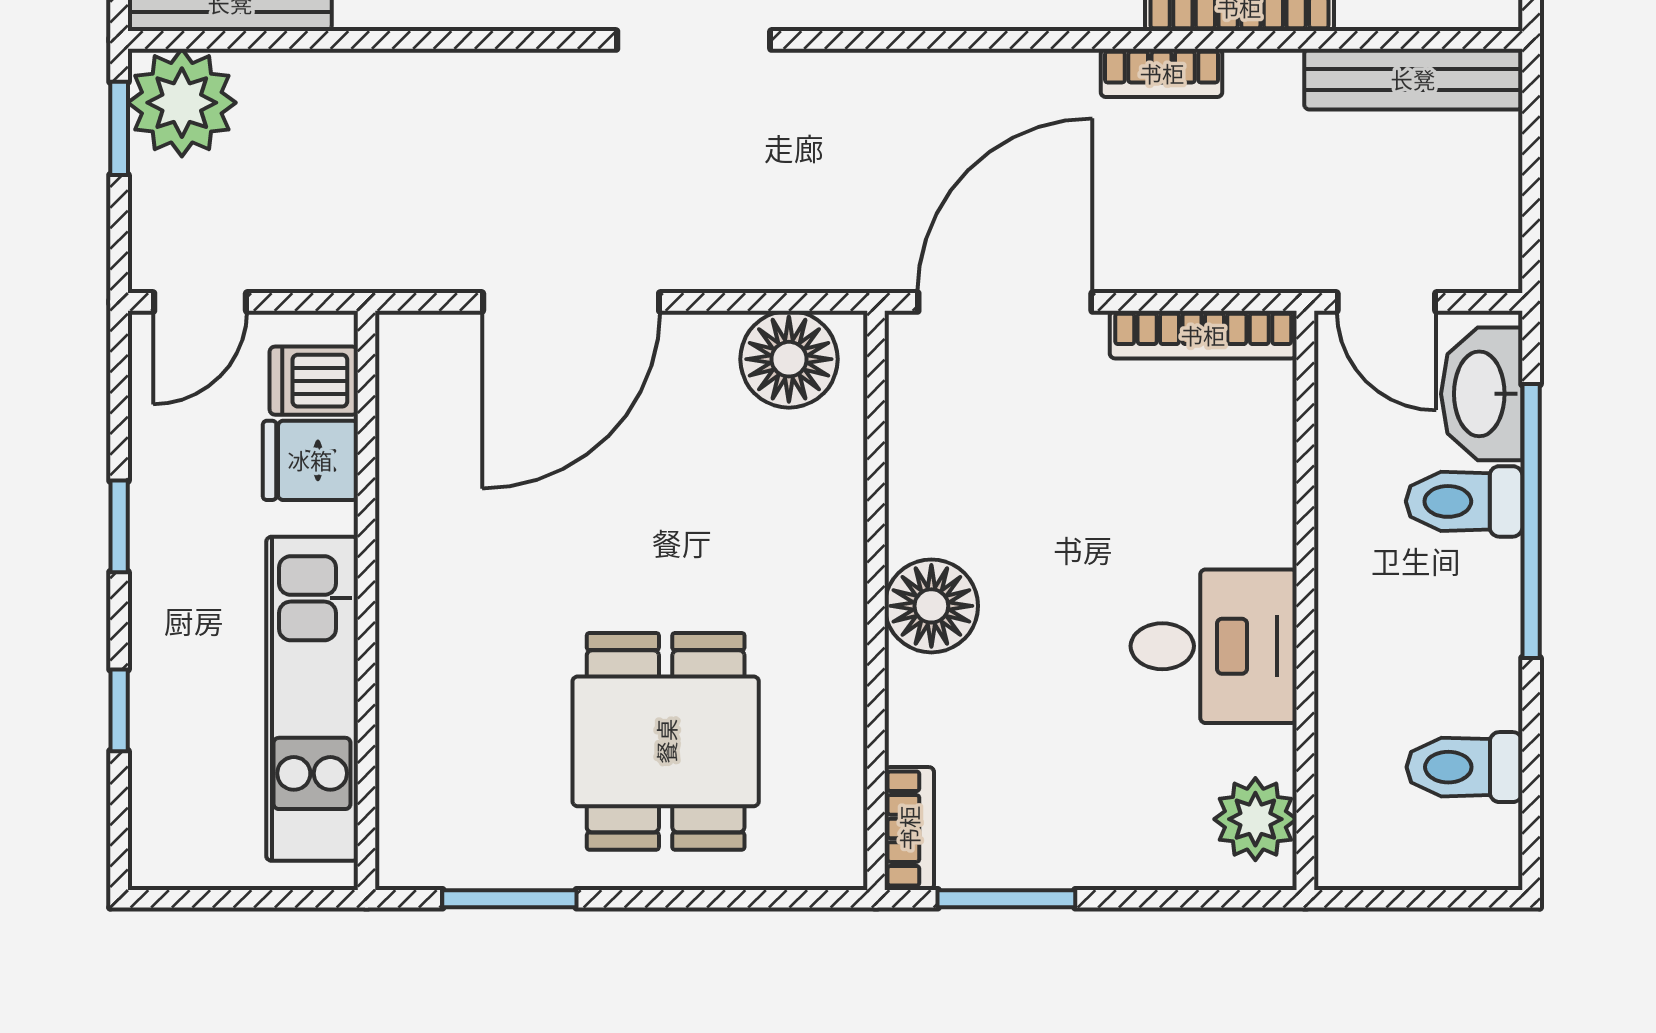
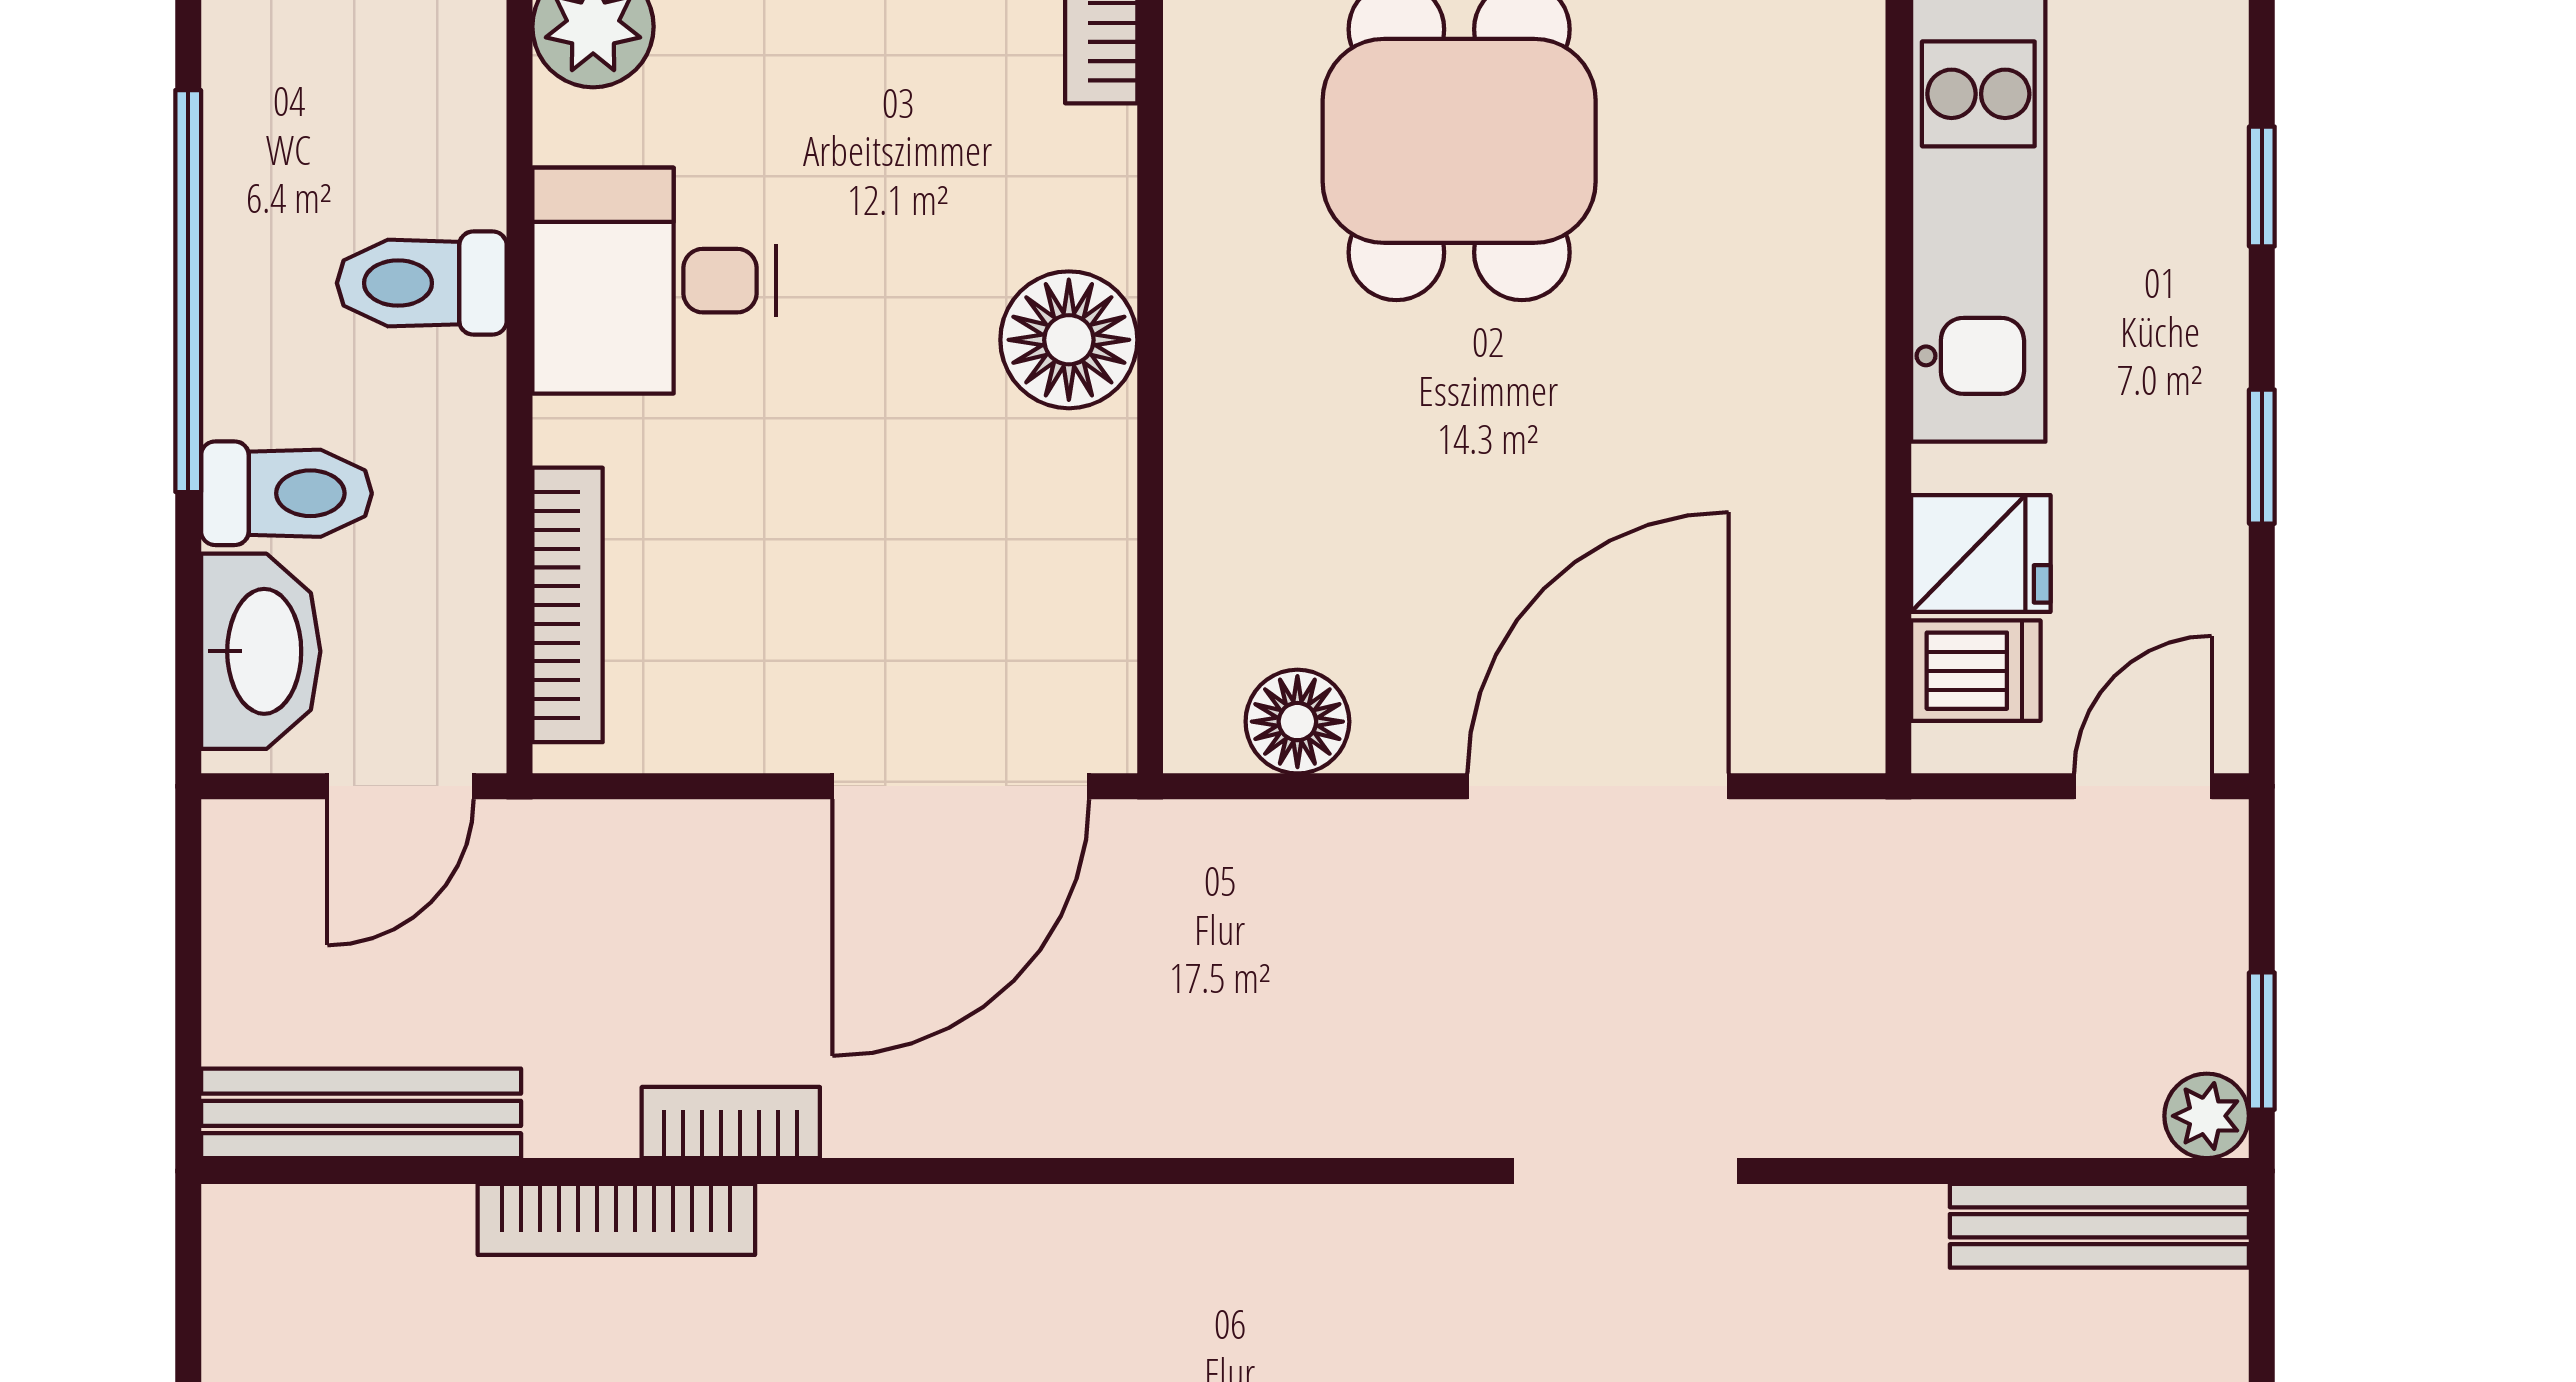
doorway: (694, 40) -> (1626, 1171), moved
plant: (182, 103) -> (2207, 1116), width x0.53, depth x0.53
door: (1386, 302) -> (401, 786), swing flipped
bookcase: (1203, 335) -> (567, 605), moved, turned 90
floor lamp: (789, 359) -> (1297, 722), width x0.73, depth x0.73
window: (1531, 521) -> (188, 291), moved
toilet: (1464, 767) -> (422, 283), moved, turned 180

